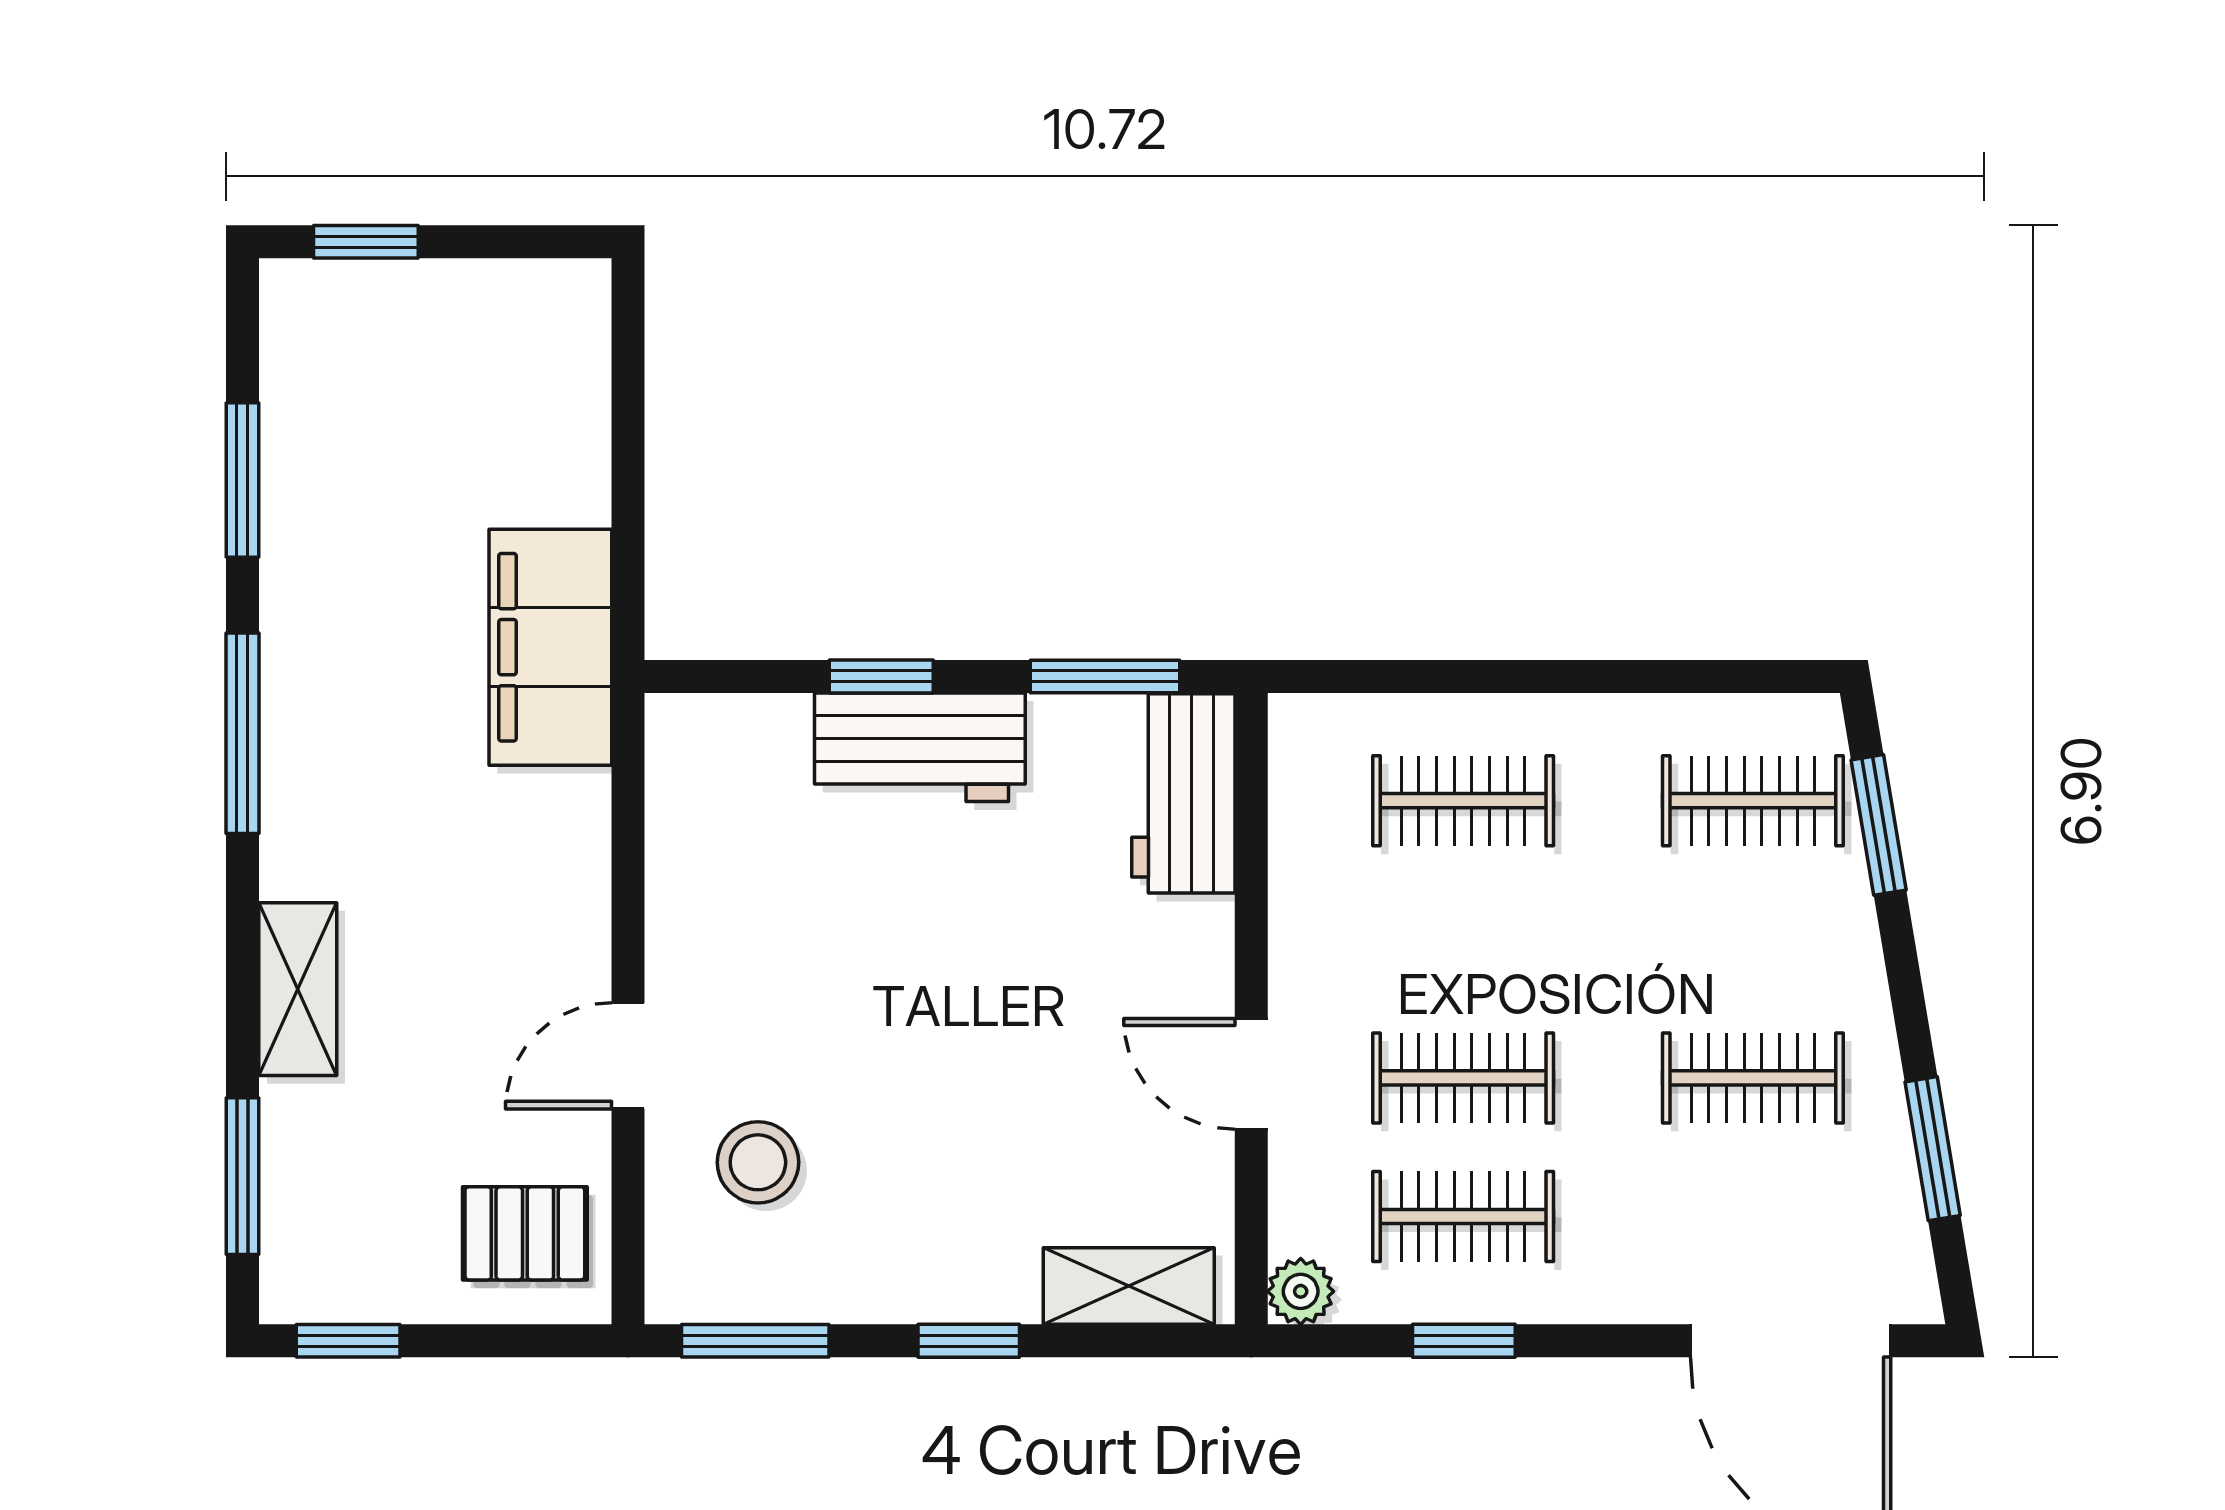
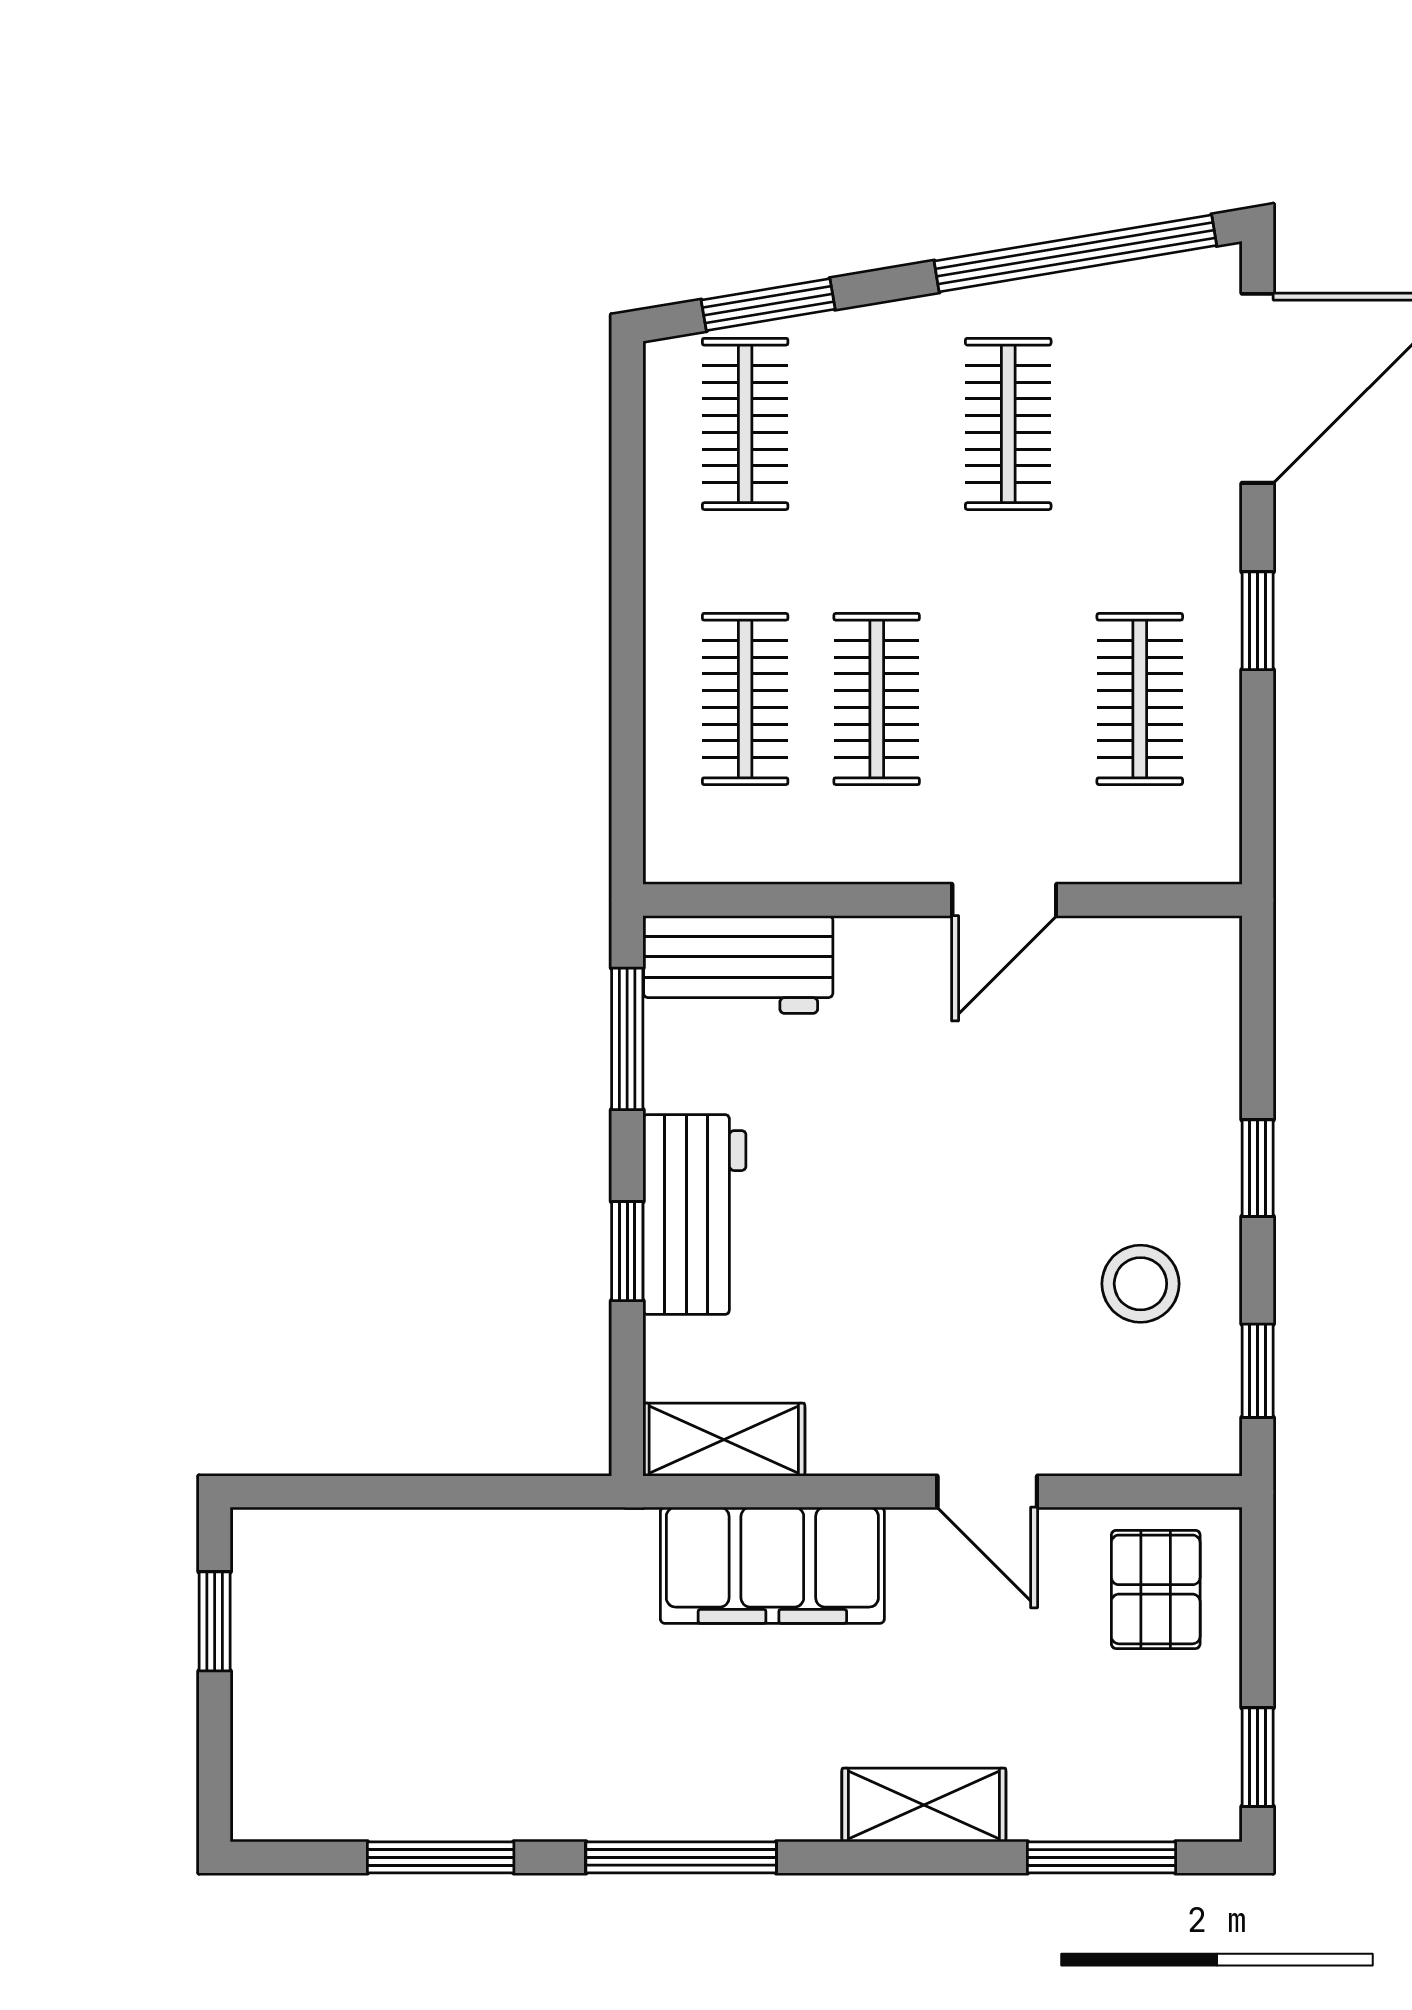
window: (366, 242) -> (215, 1621), moved
filing cabinet: (550, 647) -> (772, 1565), moved
clothes rail: (1463, 1078) -> (877, 699), moved
window: (1933, 1149) -> (1075, 253), width x2.11
stool: (758, 1162) -> (1140, 1284), moved
shelving: (1129, 1286) -> (724, 1440), moved, turned 90
plant: (1301, 1291) -> (1211, 853), removed
window: (755, 1341) -> (1258, 1371), width x0.67
window: (1464, 1341) -> (1258, 621), moved

